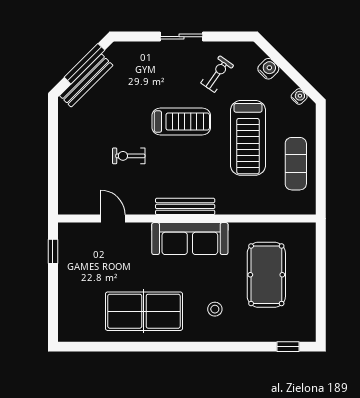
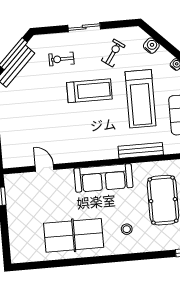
exercise bike: (129, 156) -> (61, 59), moved
bench: (185, 206) -> (141, 150), moved

